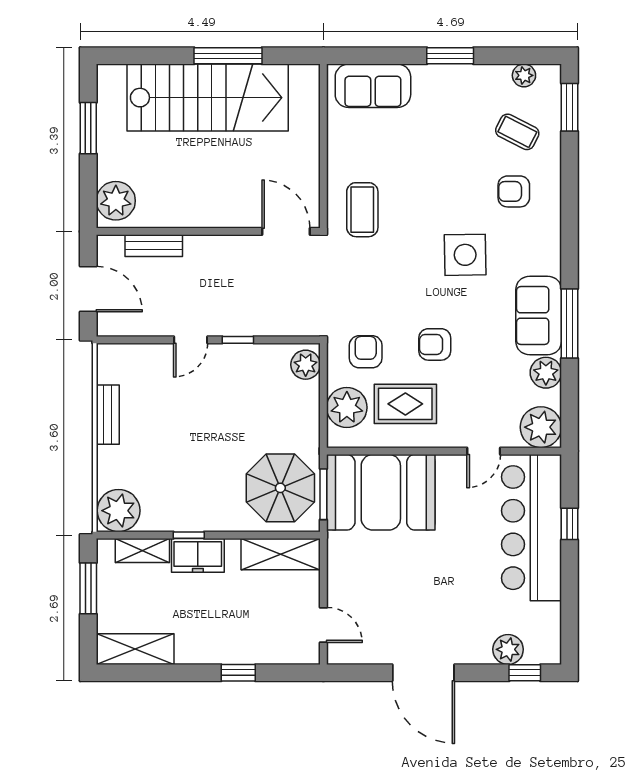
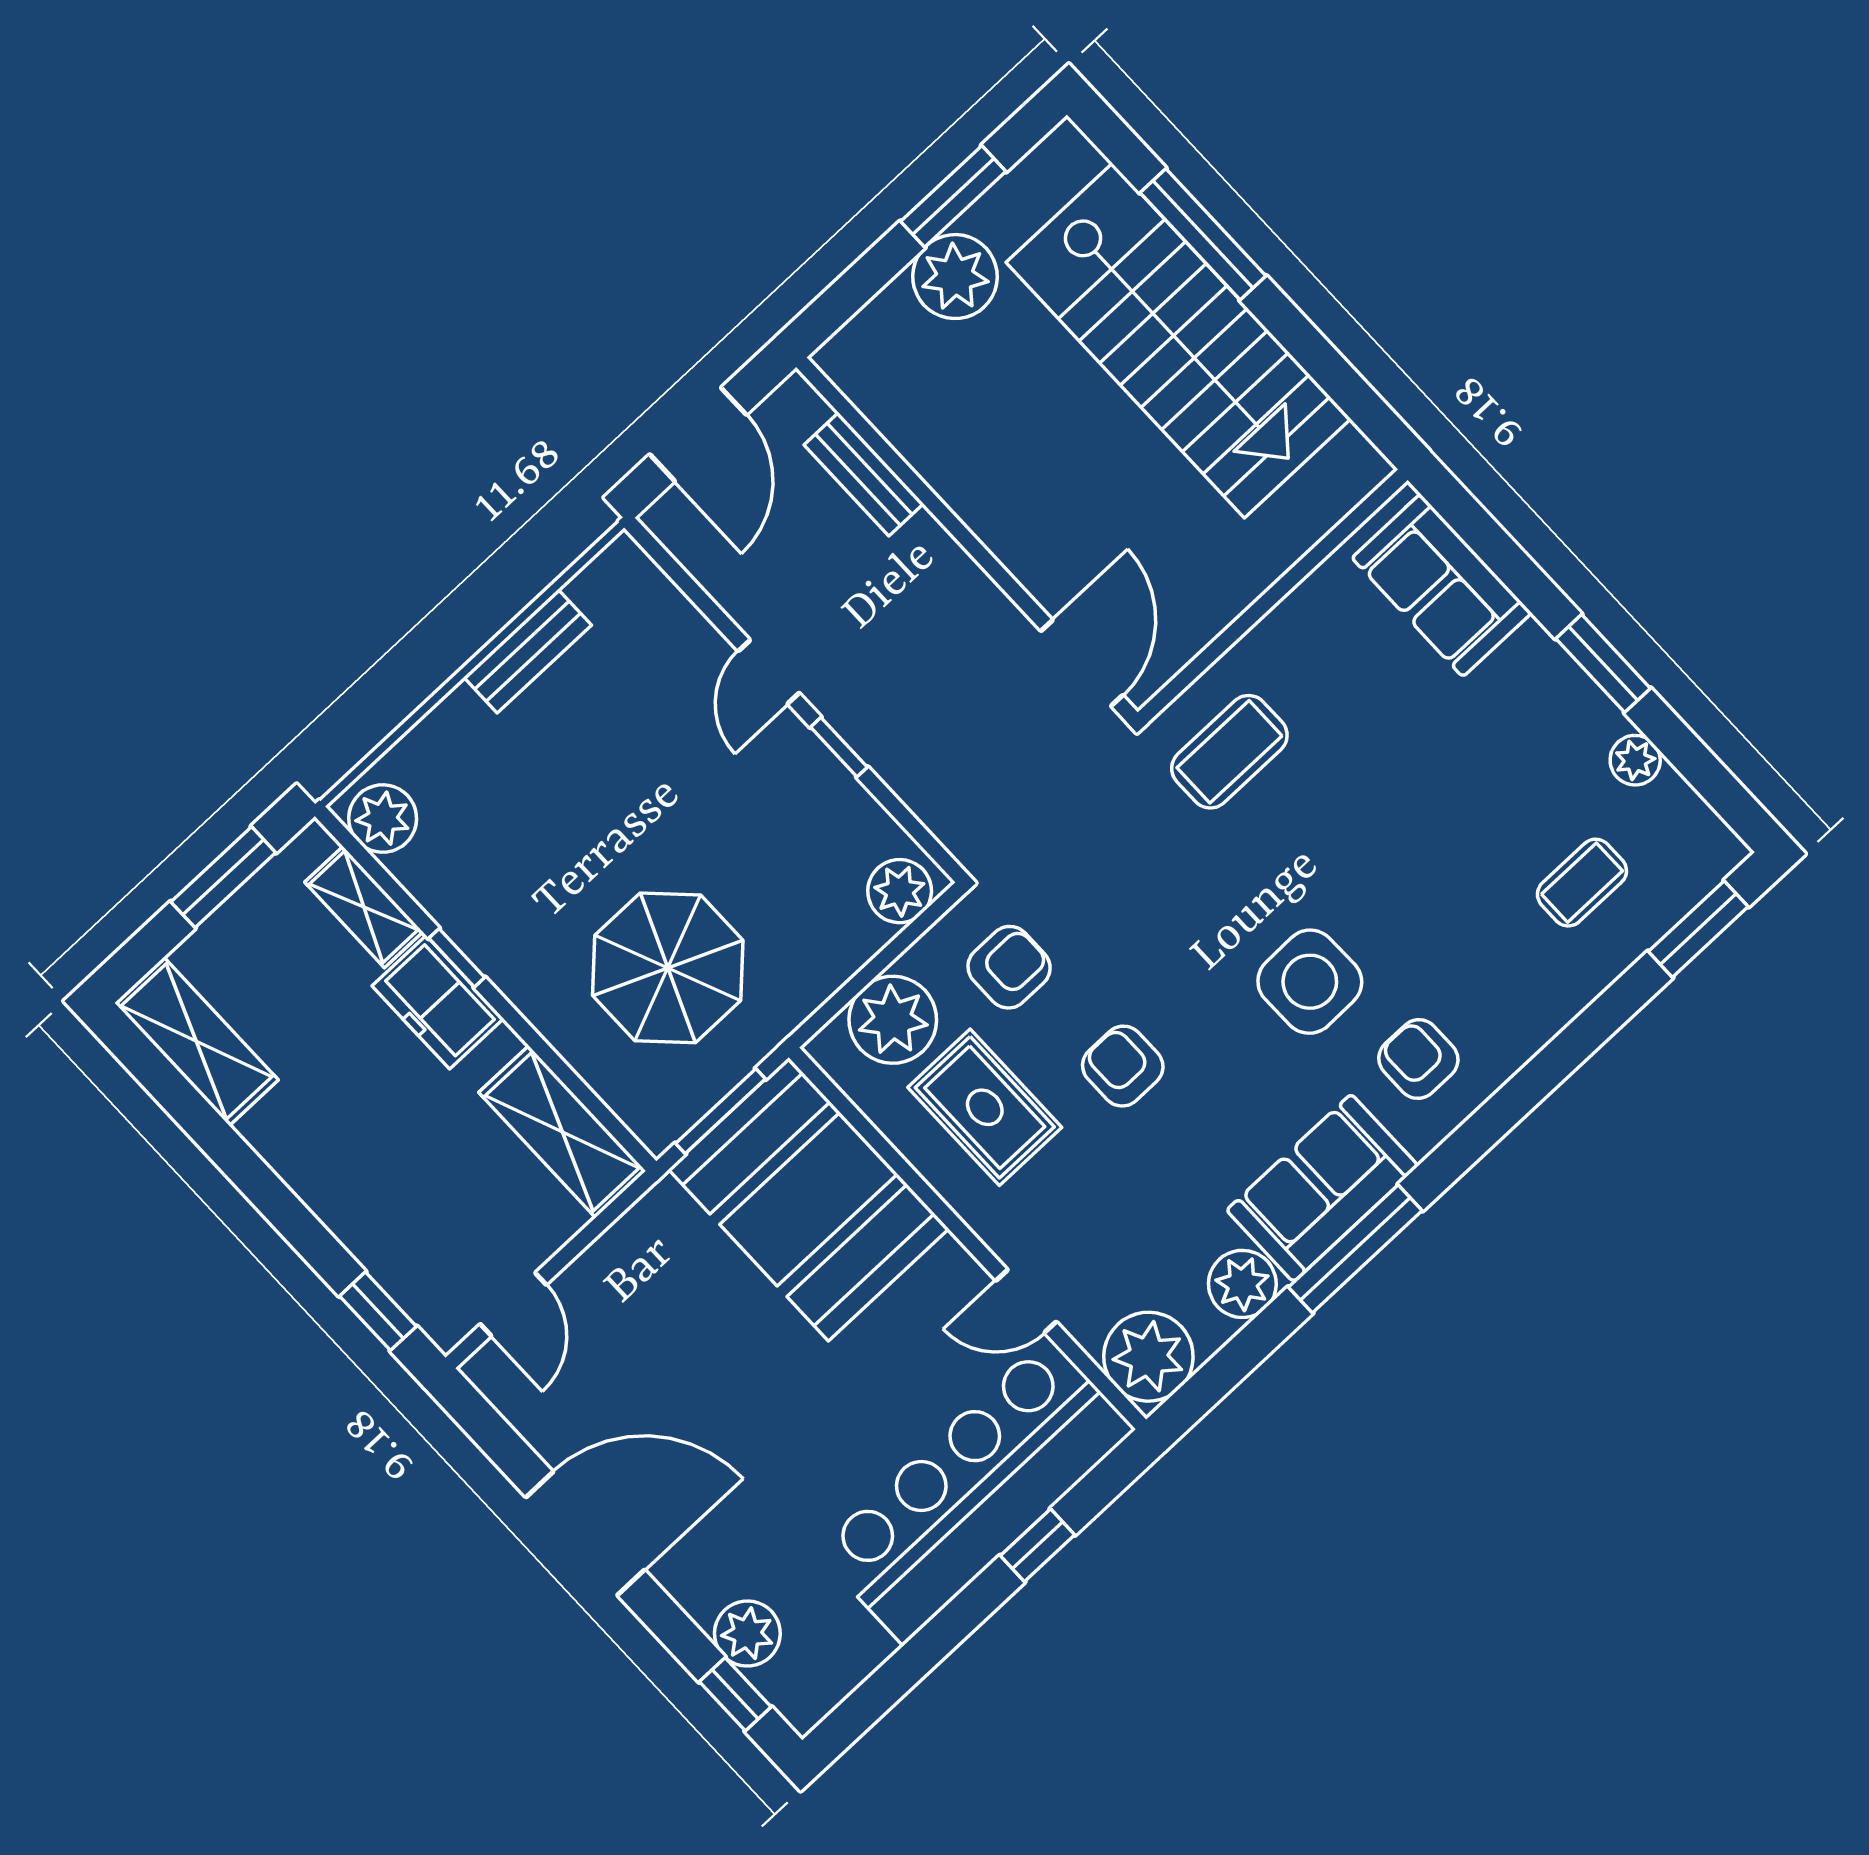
window: (228, 56) -> (1203, 234), moved
plant: (524, 75) -> (1635, 760), moved
coffee table: (517, 132) -> (1582, 883), turned 63
armchair: (514, 191) -> (1418, 1059), moved
plant: (116, 201) -> (955, 277), moved
door: (191, 340) -> (769, 672), hinge flipped
parasol: (280, 488) -> (668, 968), moved
plant: (119, 511) -> (383, 819), width x0.73, depth x0.73
window: (238, 673) -> (378, 1311), moved
door: (423, 673) -> (585, 1534), swing flipped

